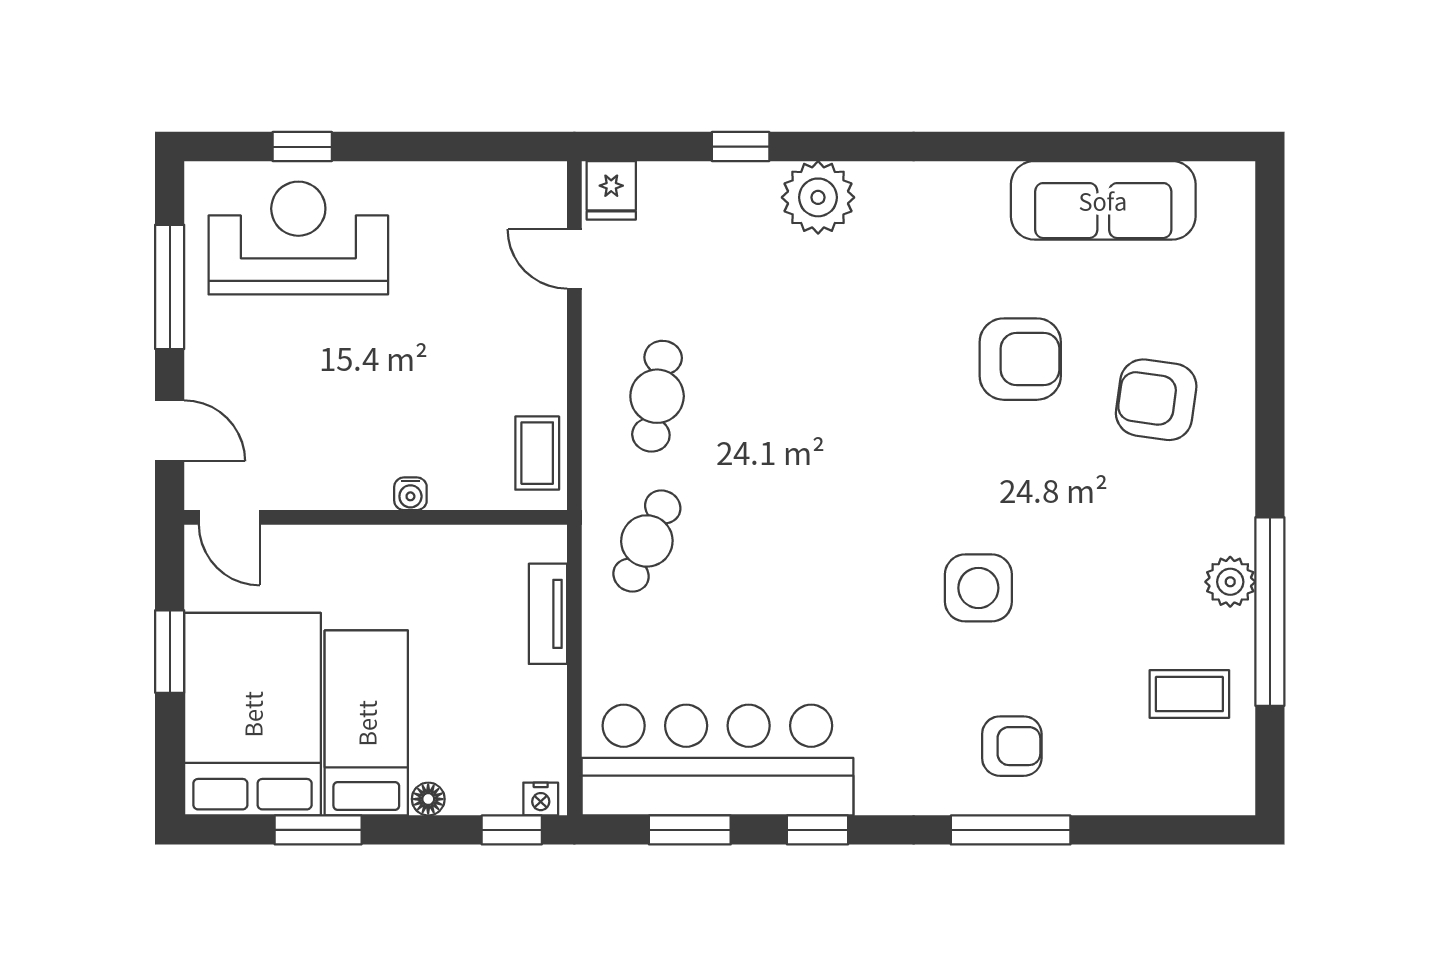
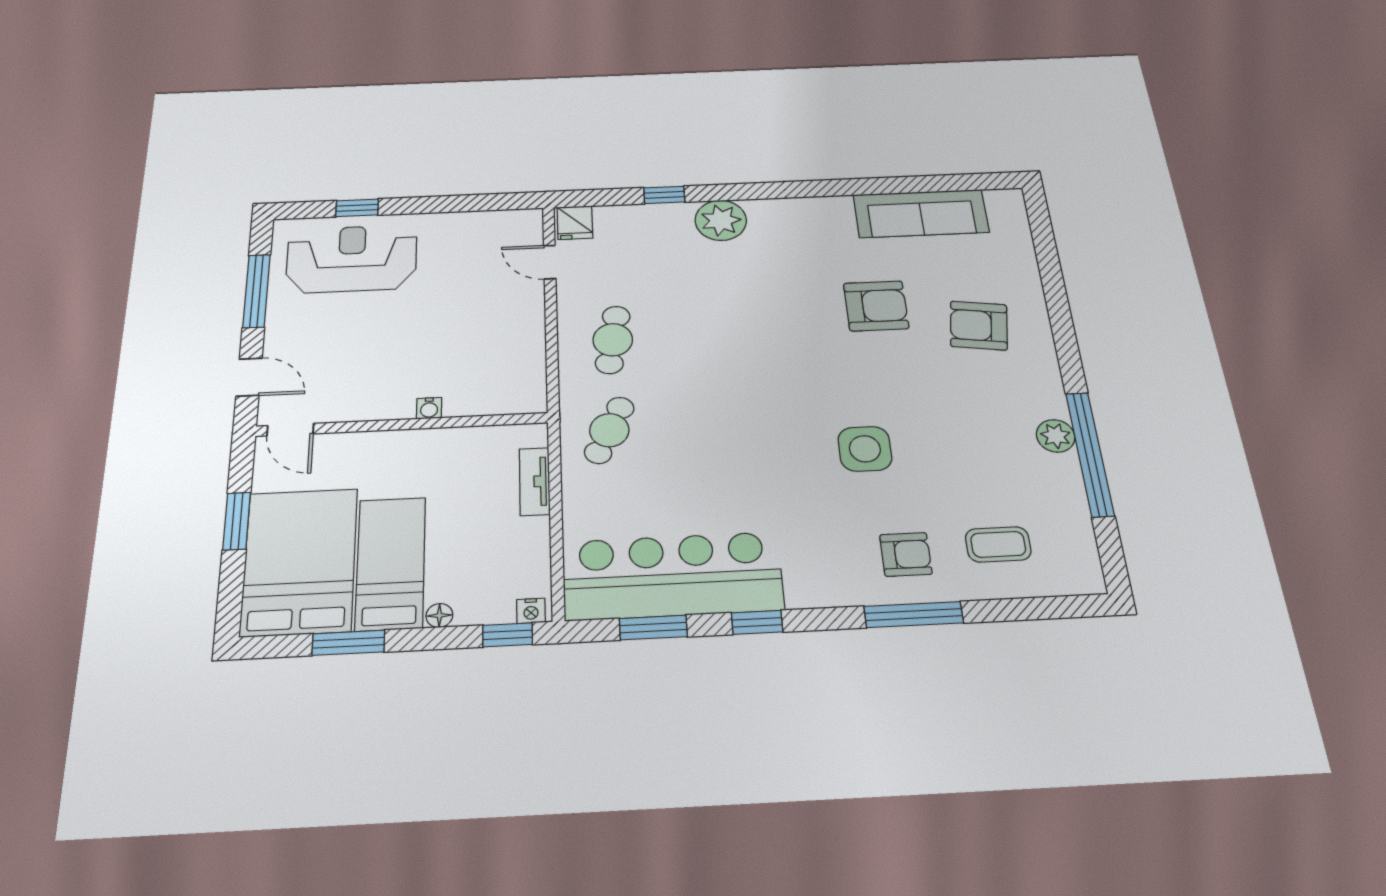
coffee table: (537, 453) -> (525, 378), removed
coffee table: (1189, 694) -> (998, 544), moved

